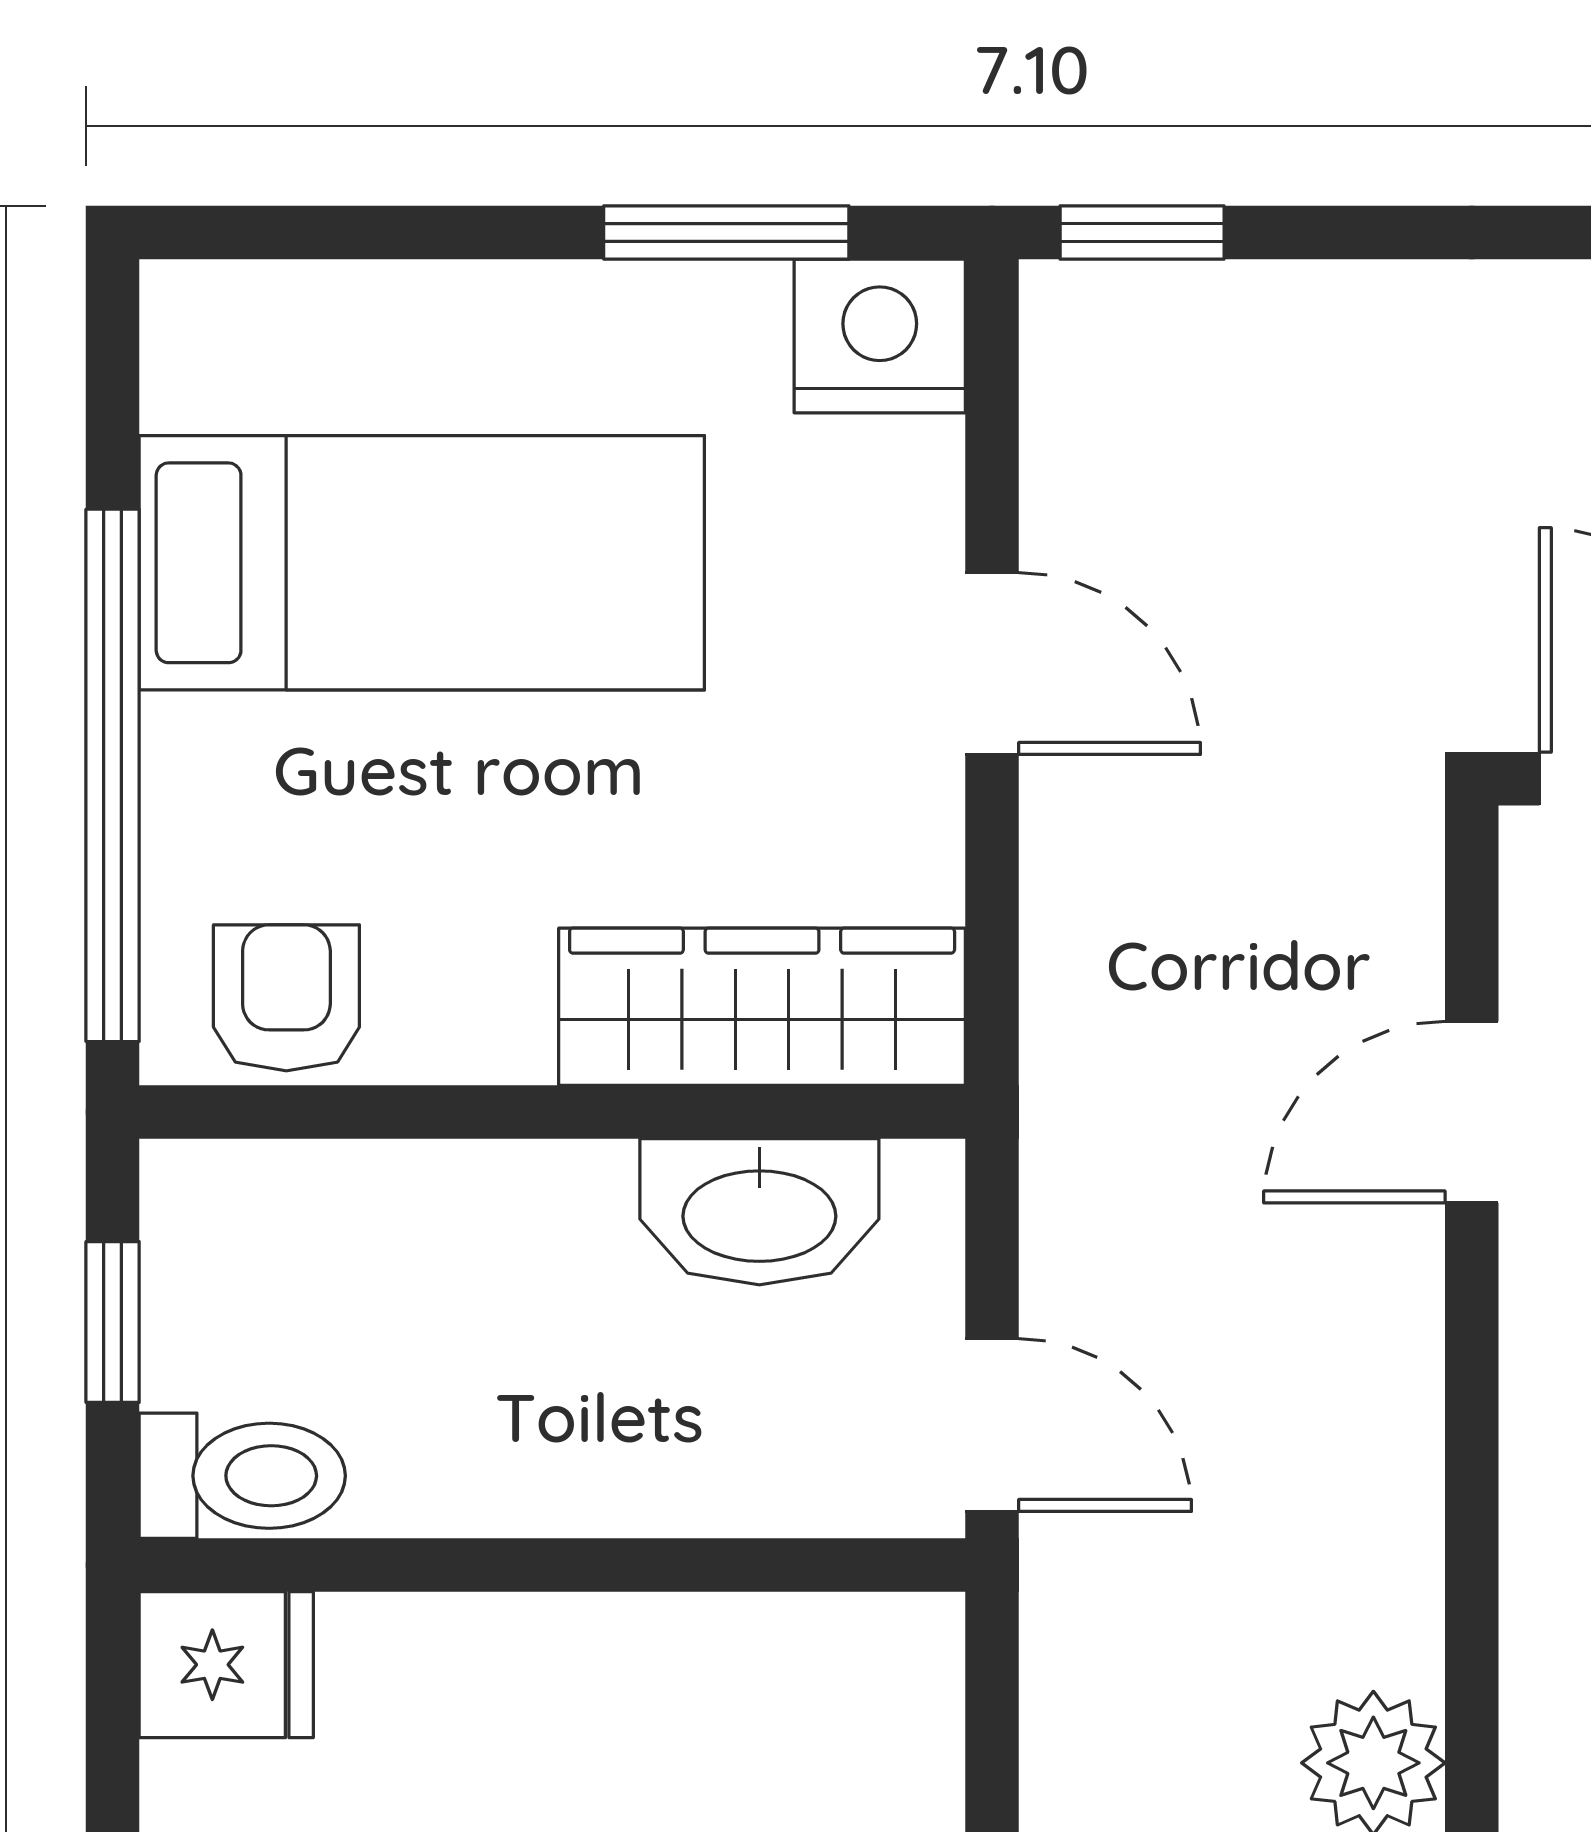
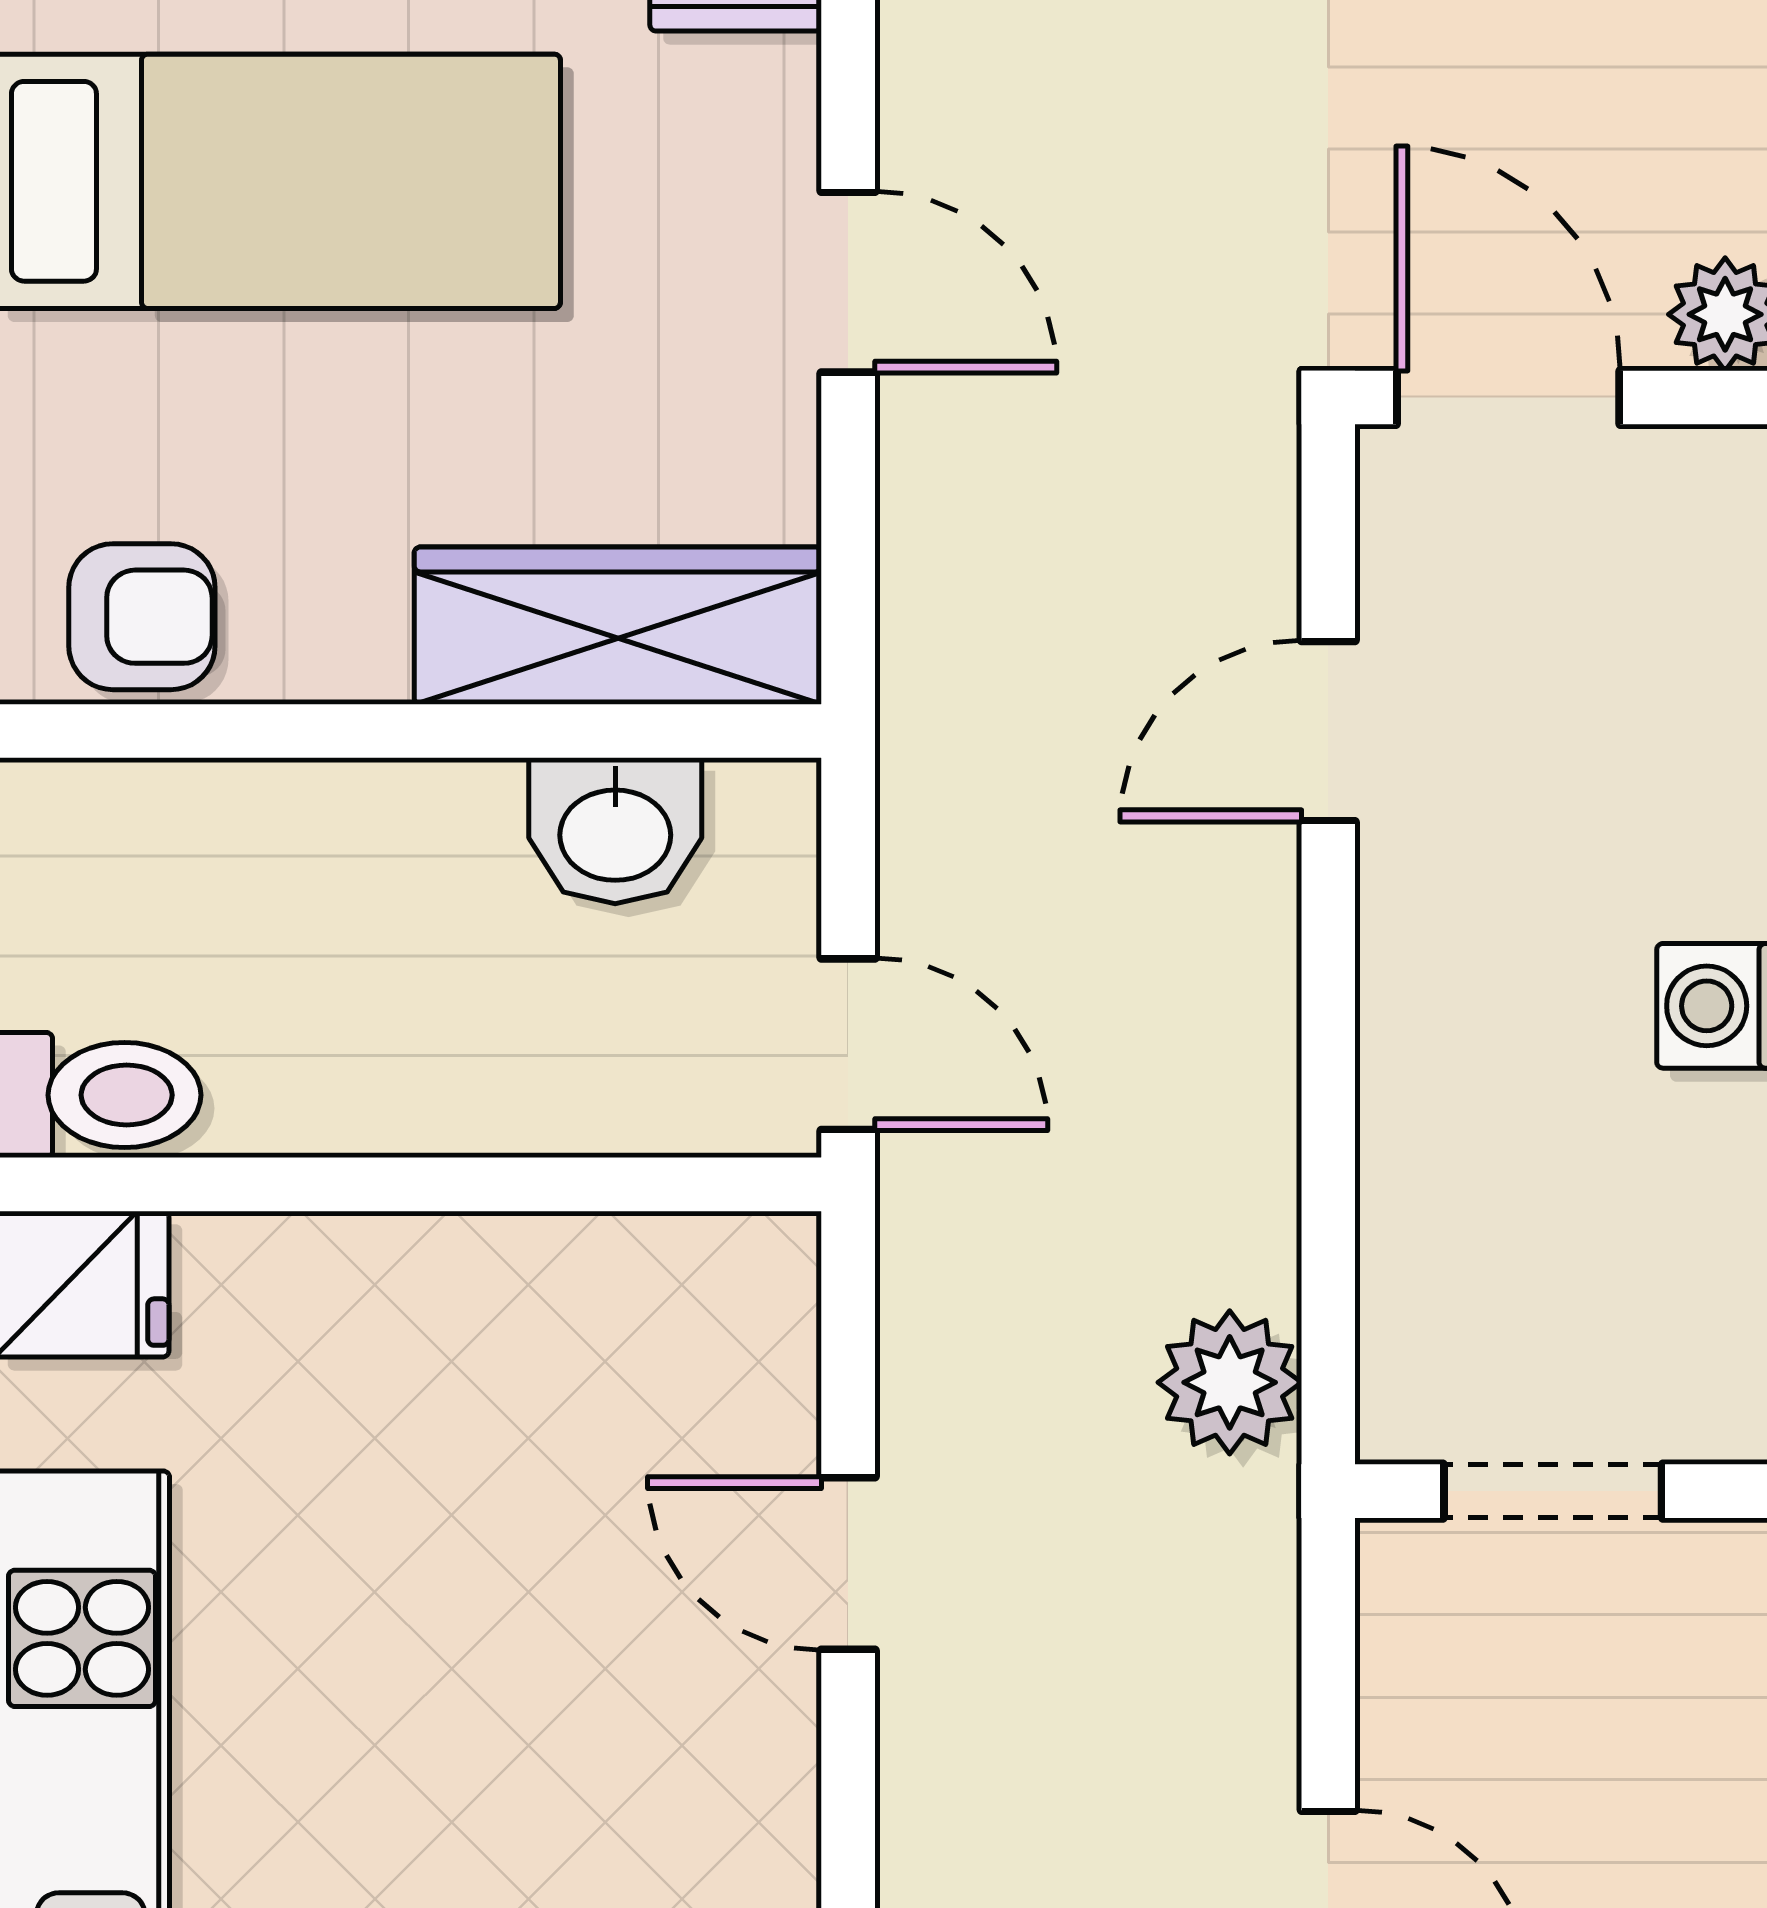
armchair: (286, 998) -> (142, 617), turned 90
washbasin: (759, 1212) -> (615, 831), width x0.72

